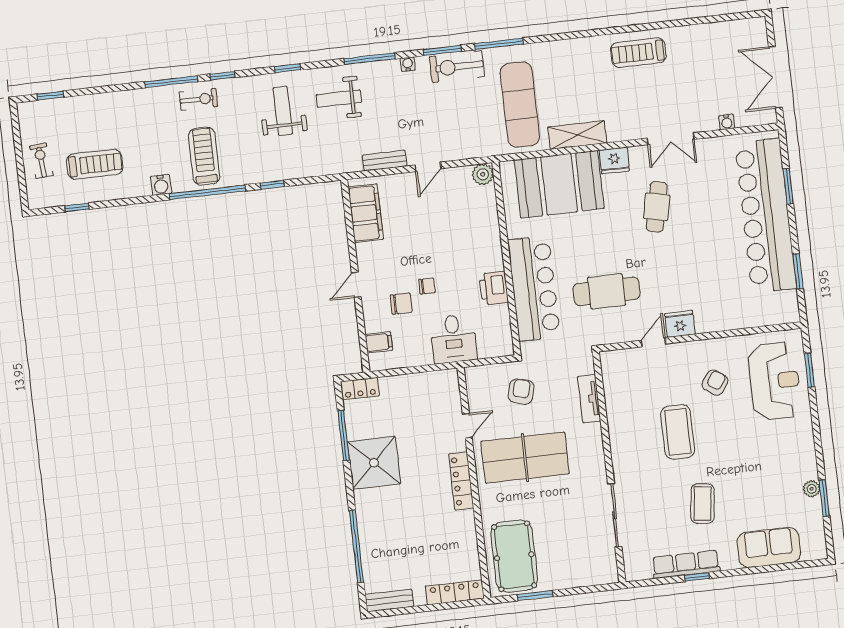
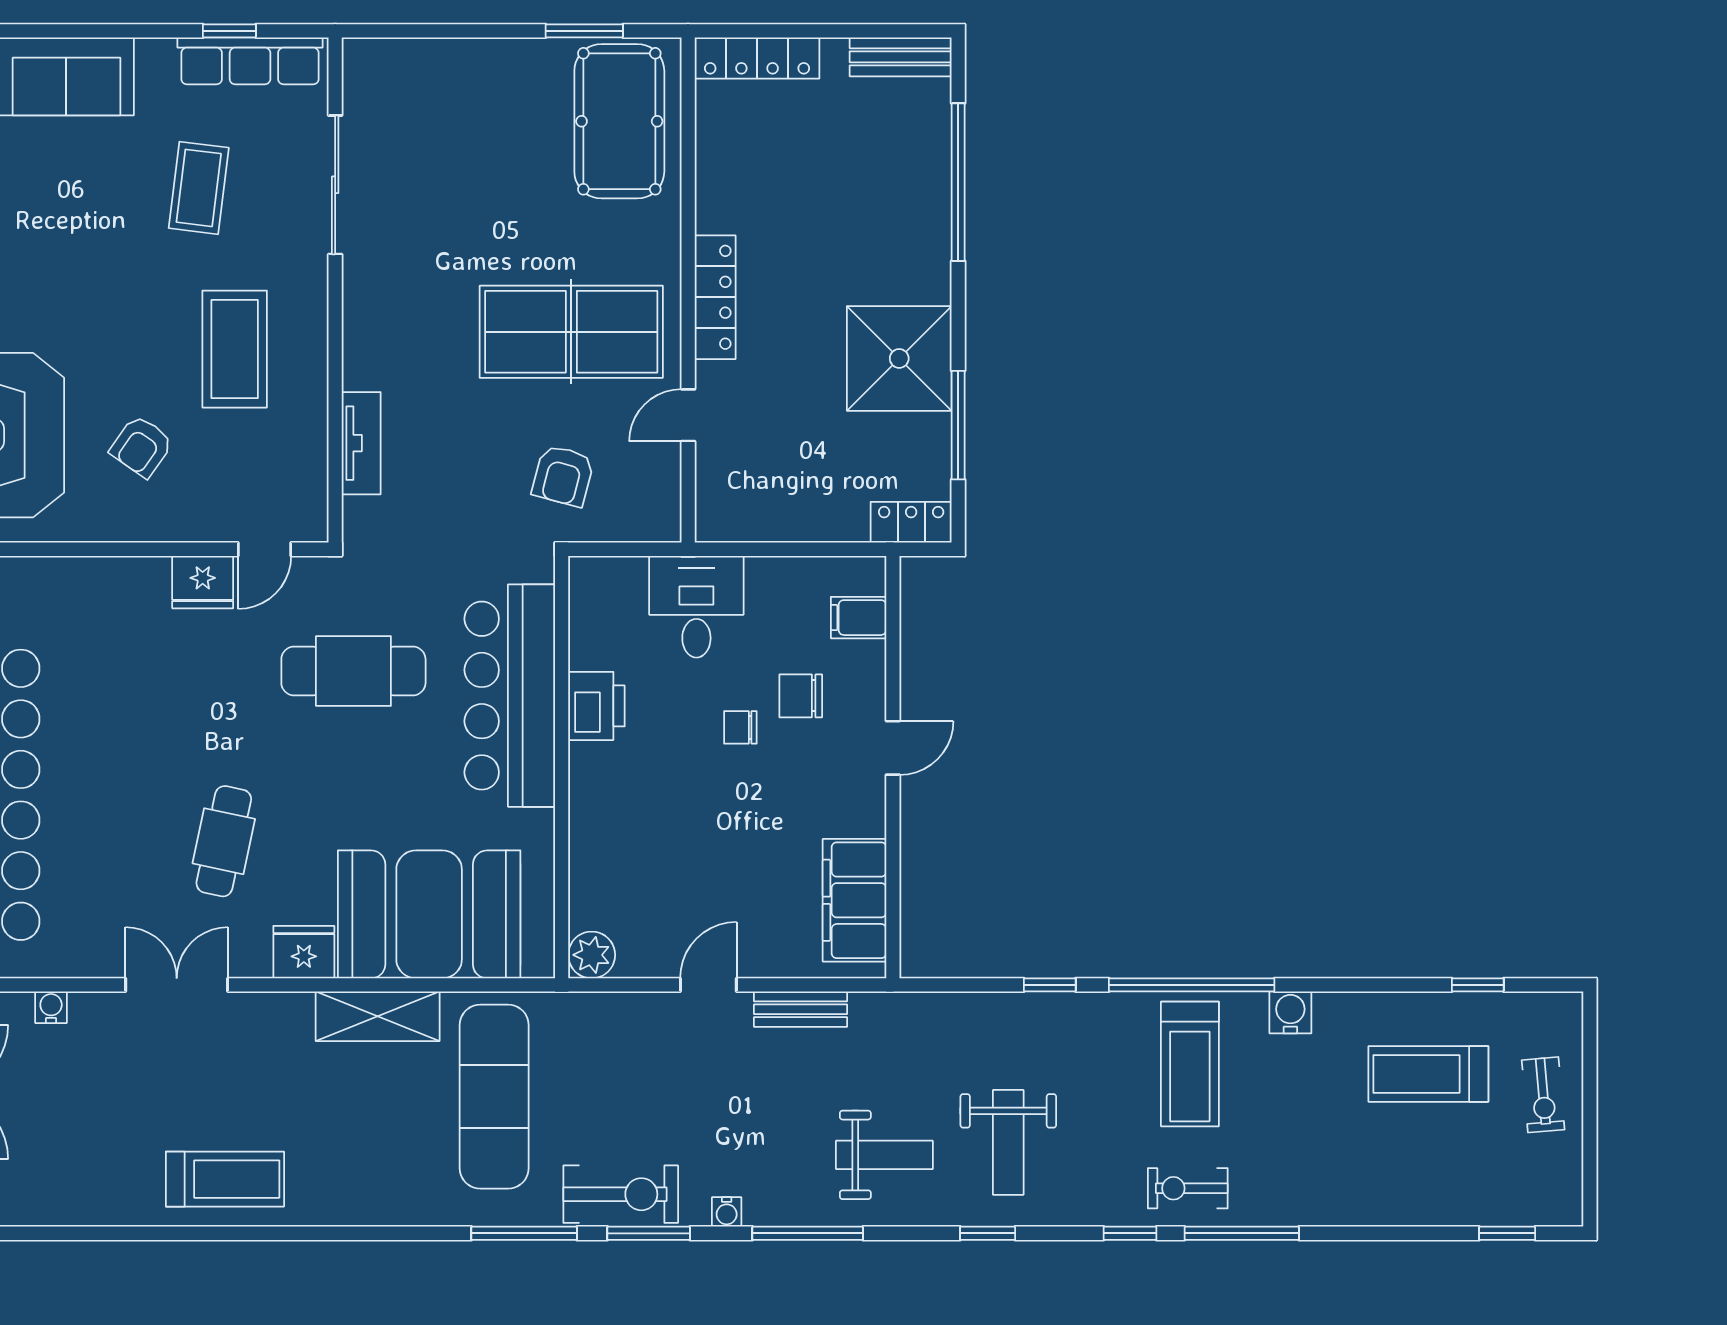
tv unit: (589, 399) -> (361, 443), moved
wall: (609, 467) -> (335, 290), moved
sliding door: (615, 515) -> (335, 185), moved

